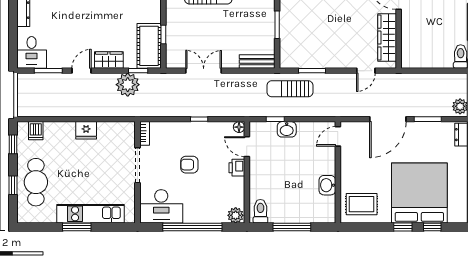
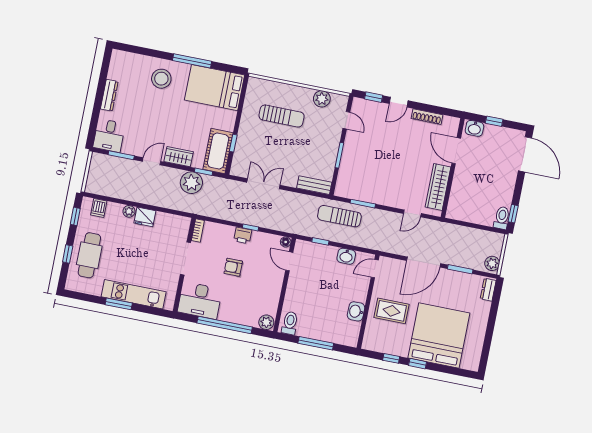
plant: (68, 128) -> (129, 211), added
washbasin: (287, 129) -> (346, 256), moved
printer: (237, 168) -> (243, 235), moved, turned -90
rug: (362, 204) -> (391, 311), moved
window: (432, 227) -> (391, 358), moved

